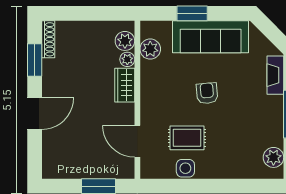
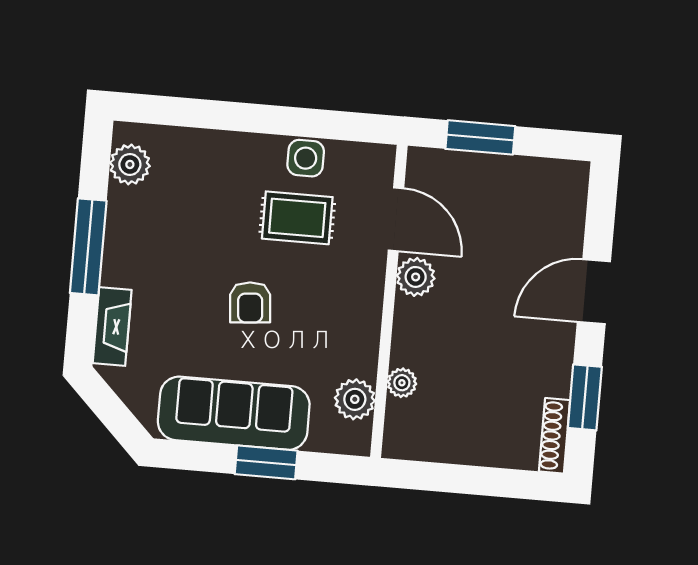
plant: (125, 41) -> (416, 277), moved
wardrobe: (125, 85) -> (411, 332), removed

